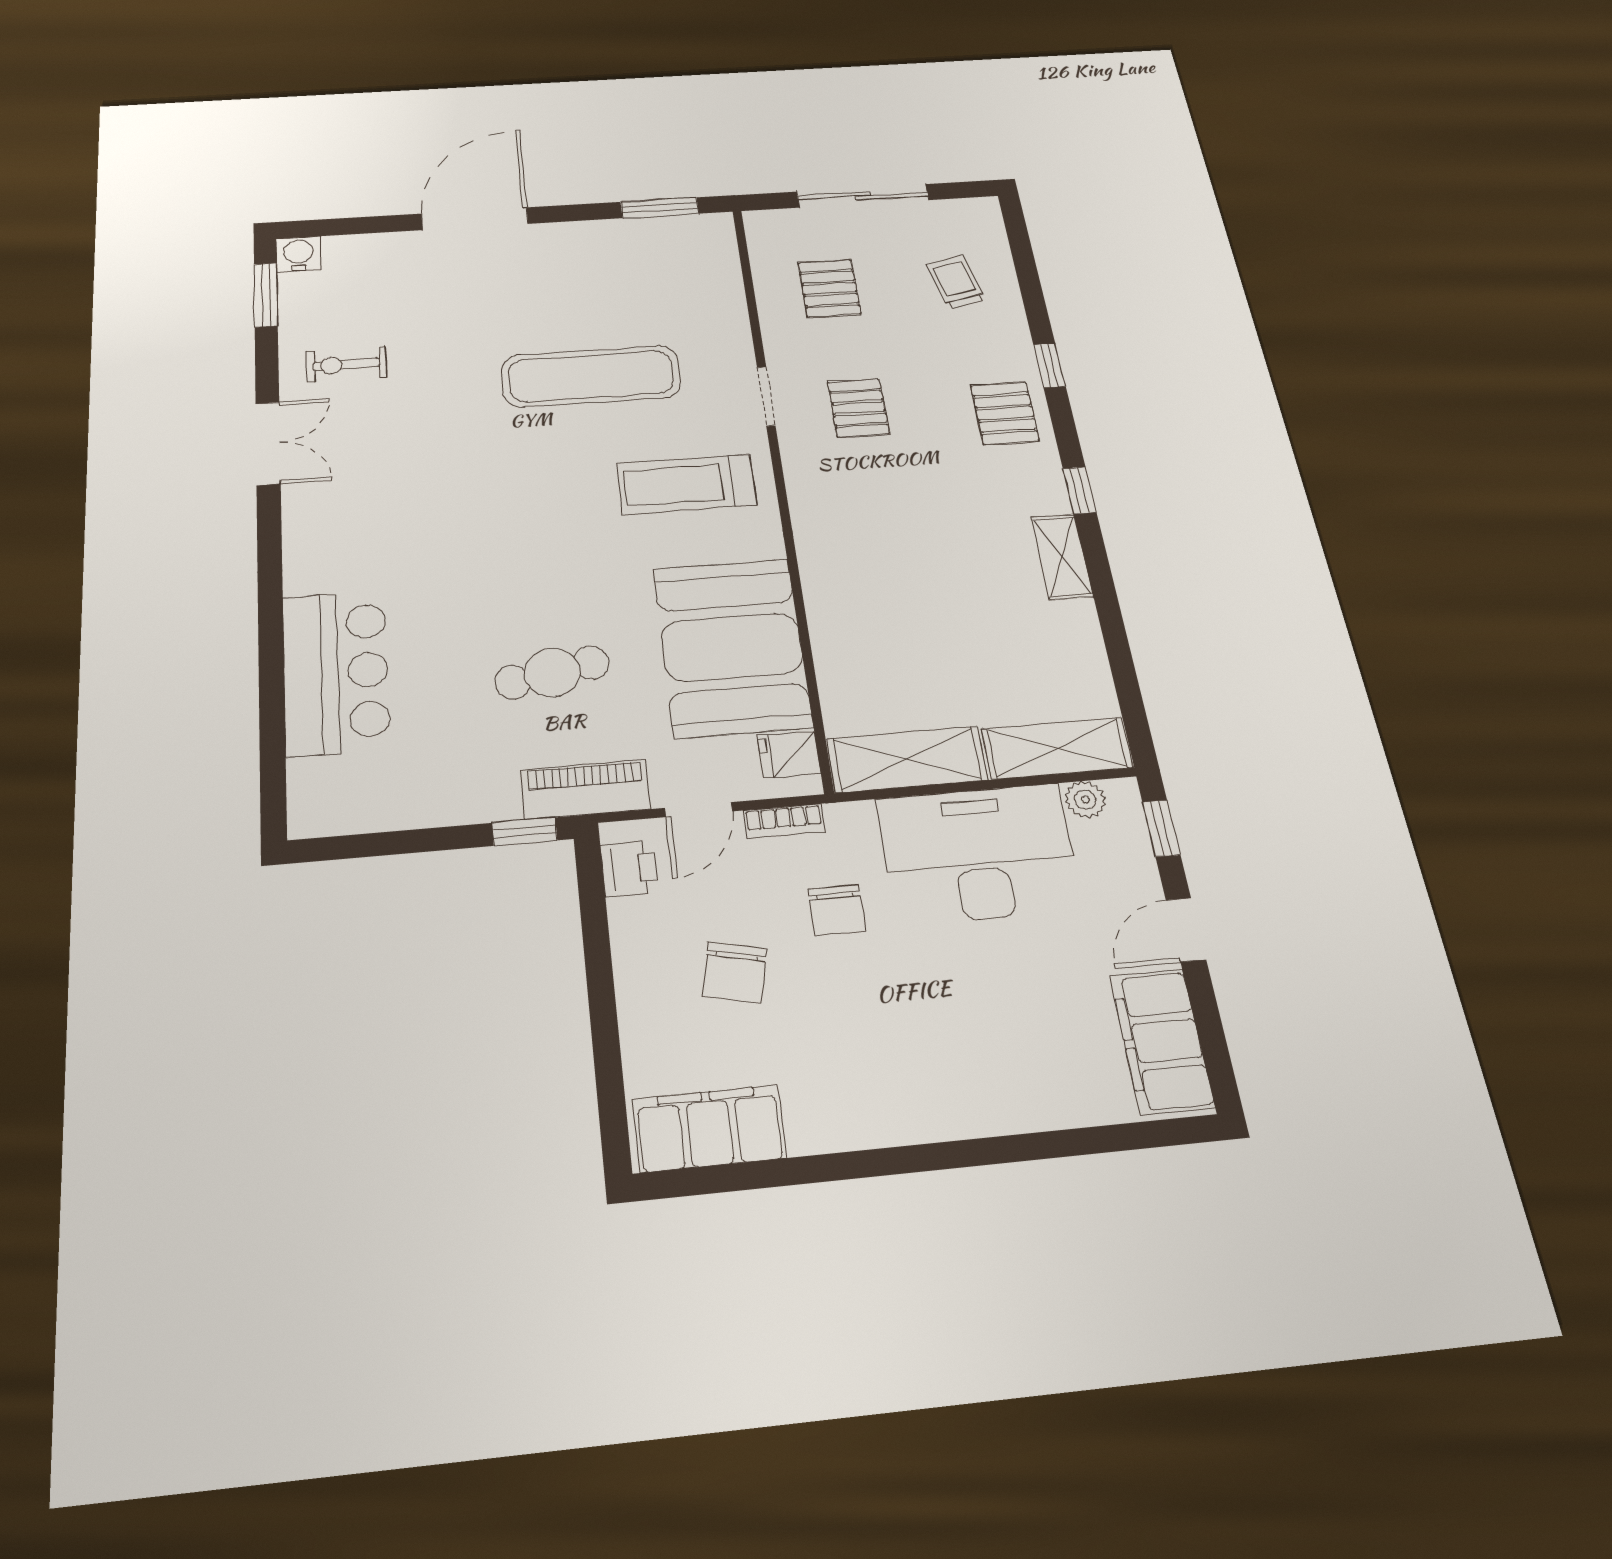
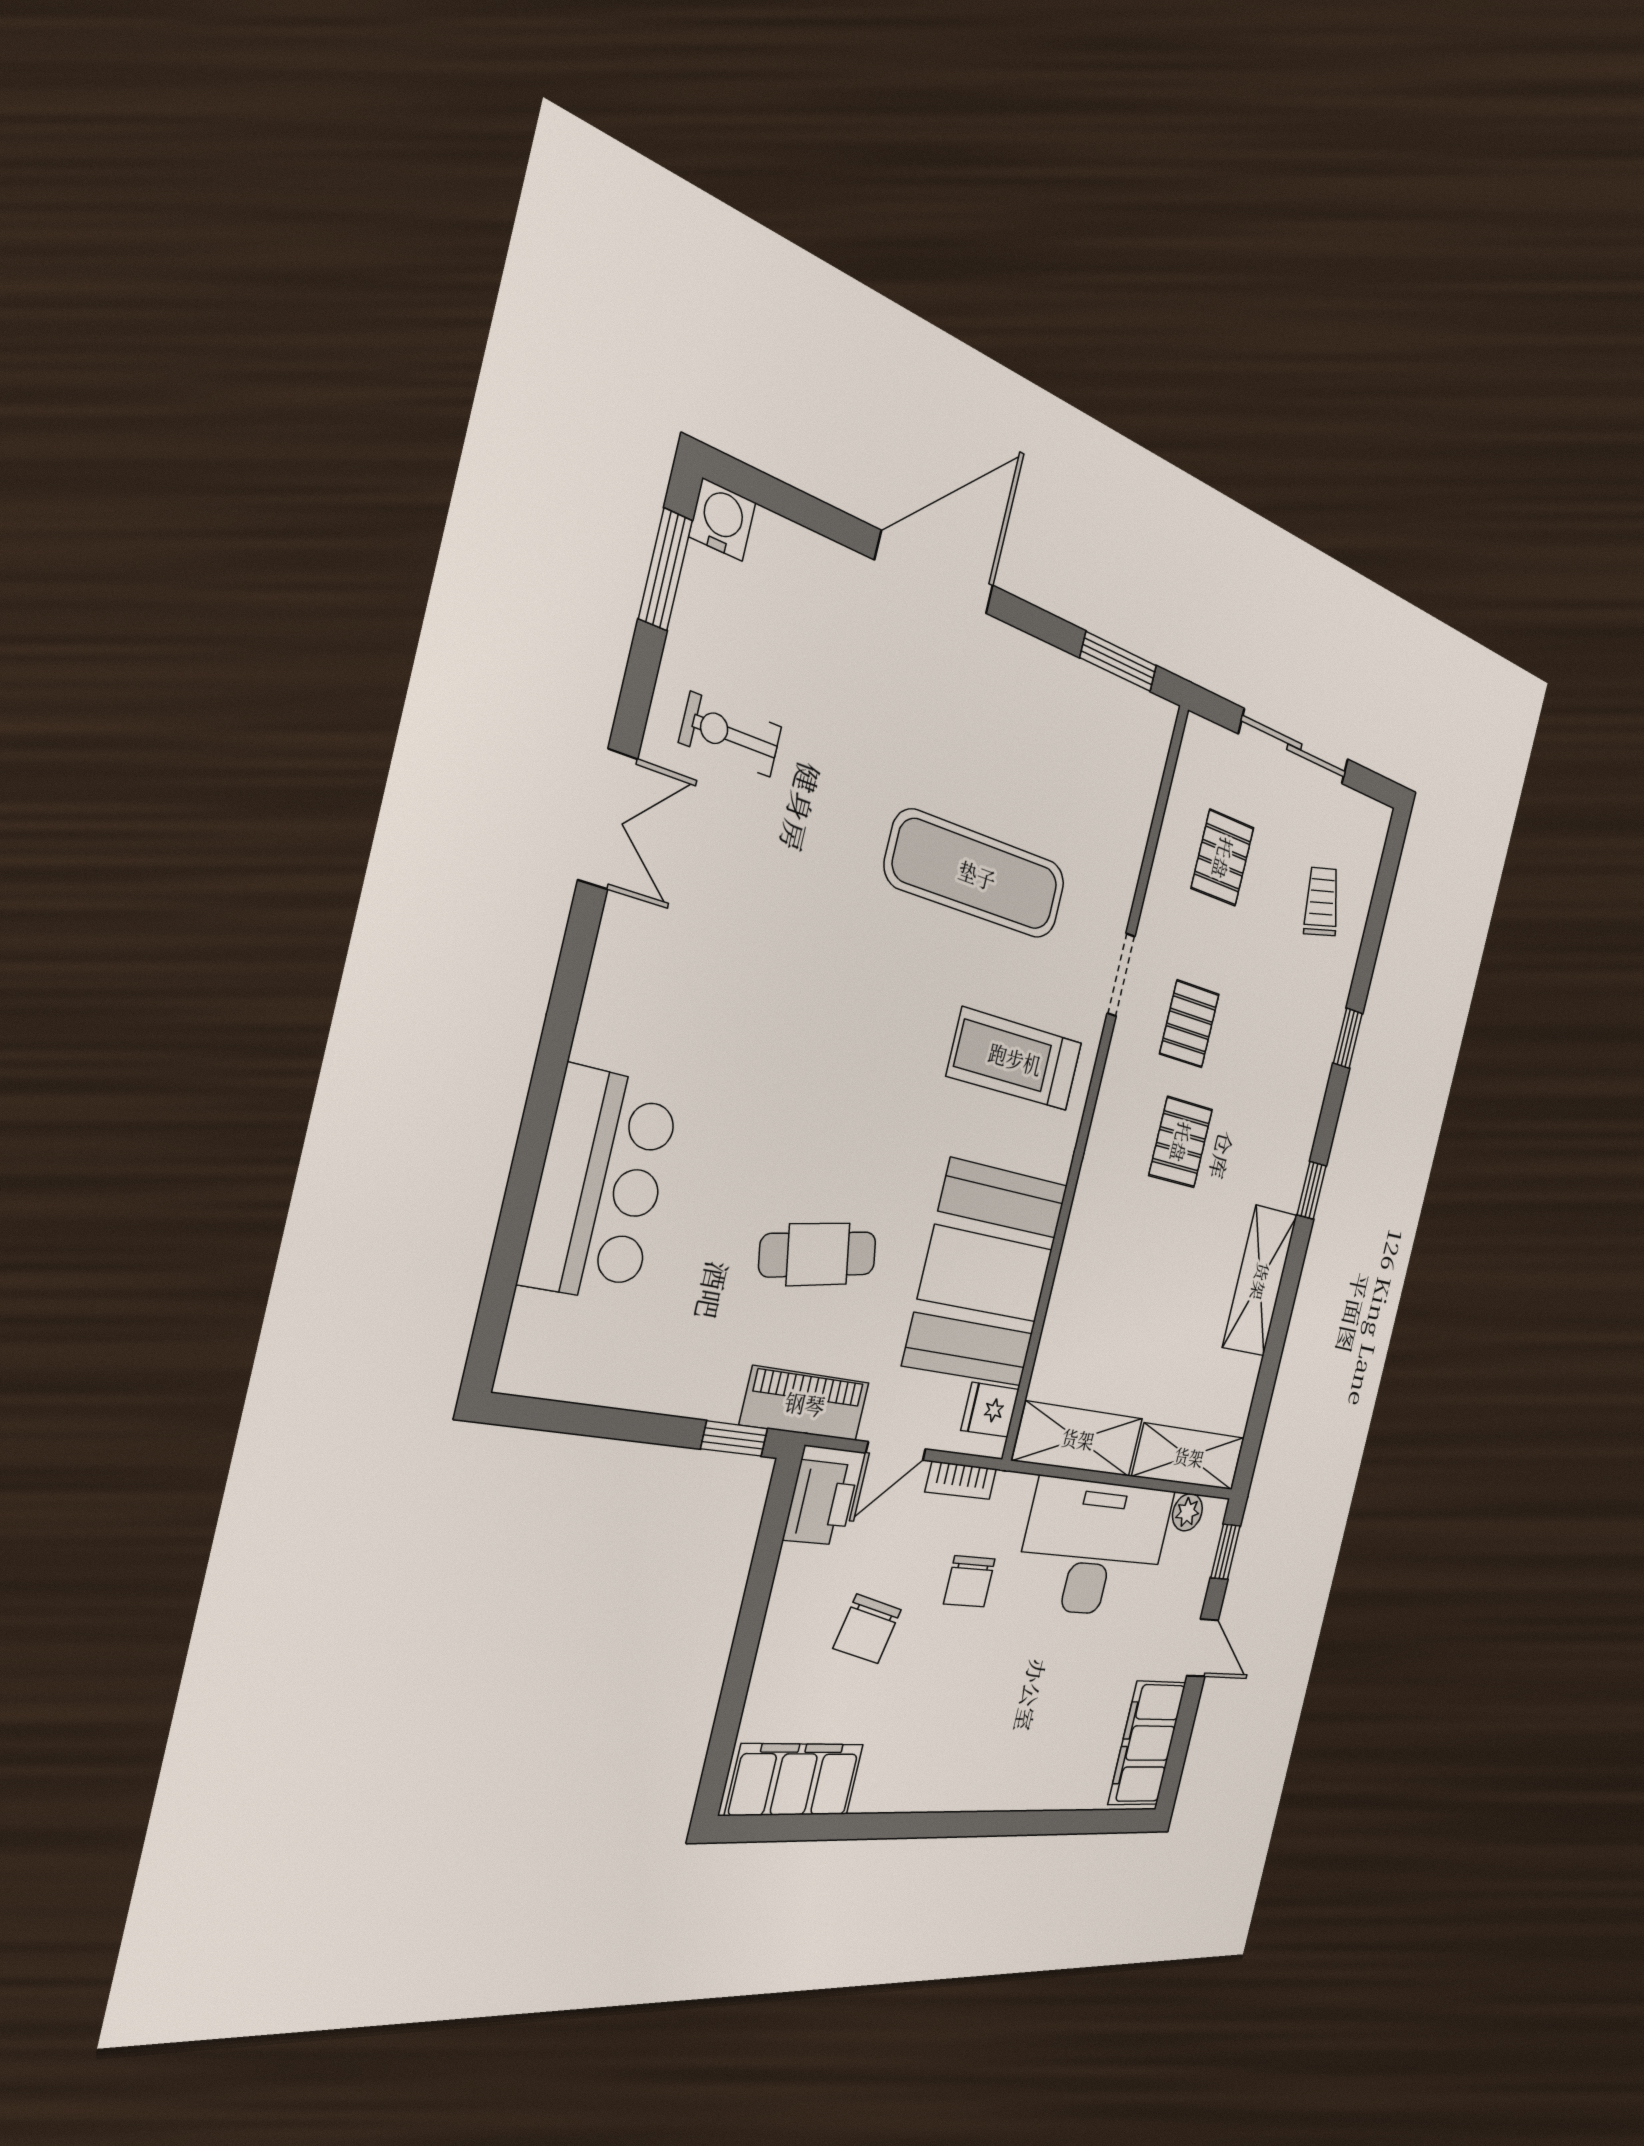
pallet: (1005, 413) -> (1181, 1142), moved
shelving: (1062, 557) -> (1260, 1281), width x1.50, depth x1.33
printer: (629, 869) -> (821, 1503), width x1.36, depth x1.24
door: (1186, 930) -> (1203, 1648), swing flipped

